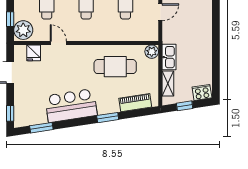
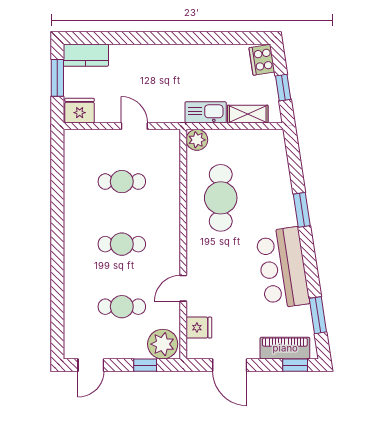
piano: (135, 103) -> (285, 348), moved, turned 99

